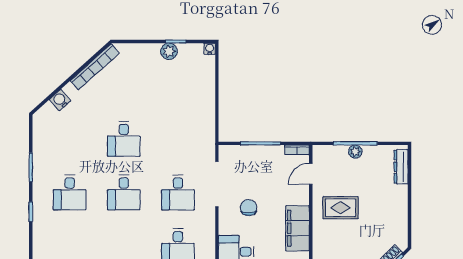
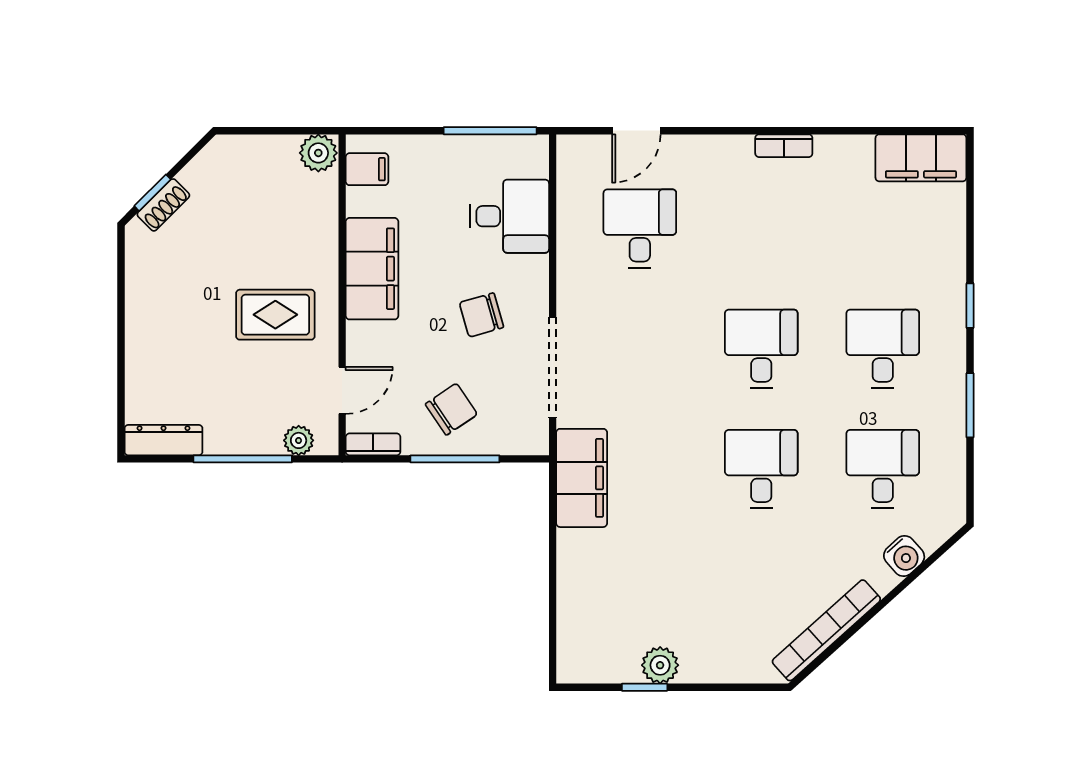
water cooler: (210, 49) -> (569, 671), removed
filing cabinet: (204, 135) -> (582, 478), added
plant: (355, 152) -> (299, 440), moved
chair: (262, 166) -> (451, 409), added
dresser: (401, 167) -> (163, 440), moved, turned -90
desk: (178, 192) -> (883, 469), moved
chair: (249, 208) -> (481, 315), turned 74

